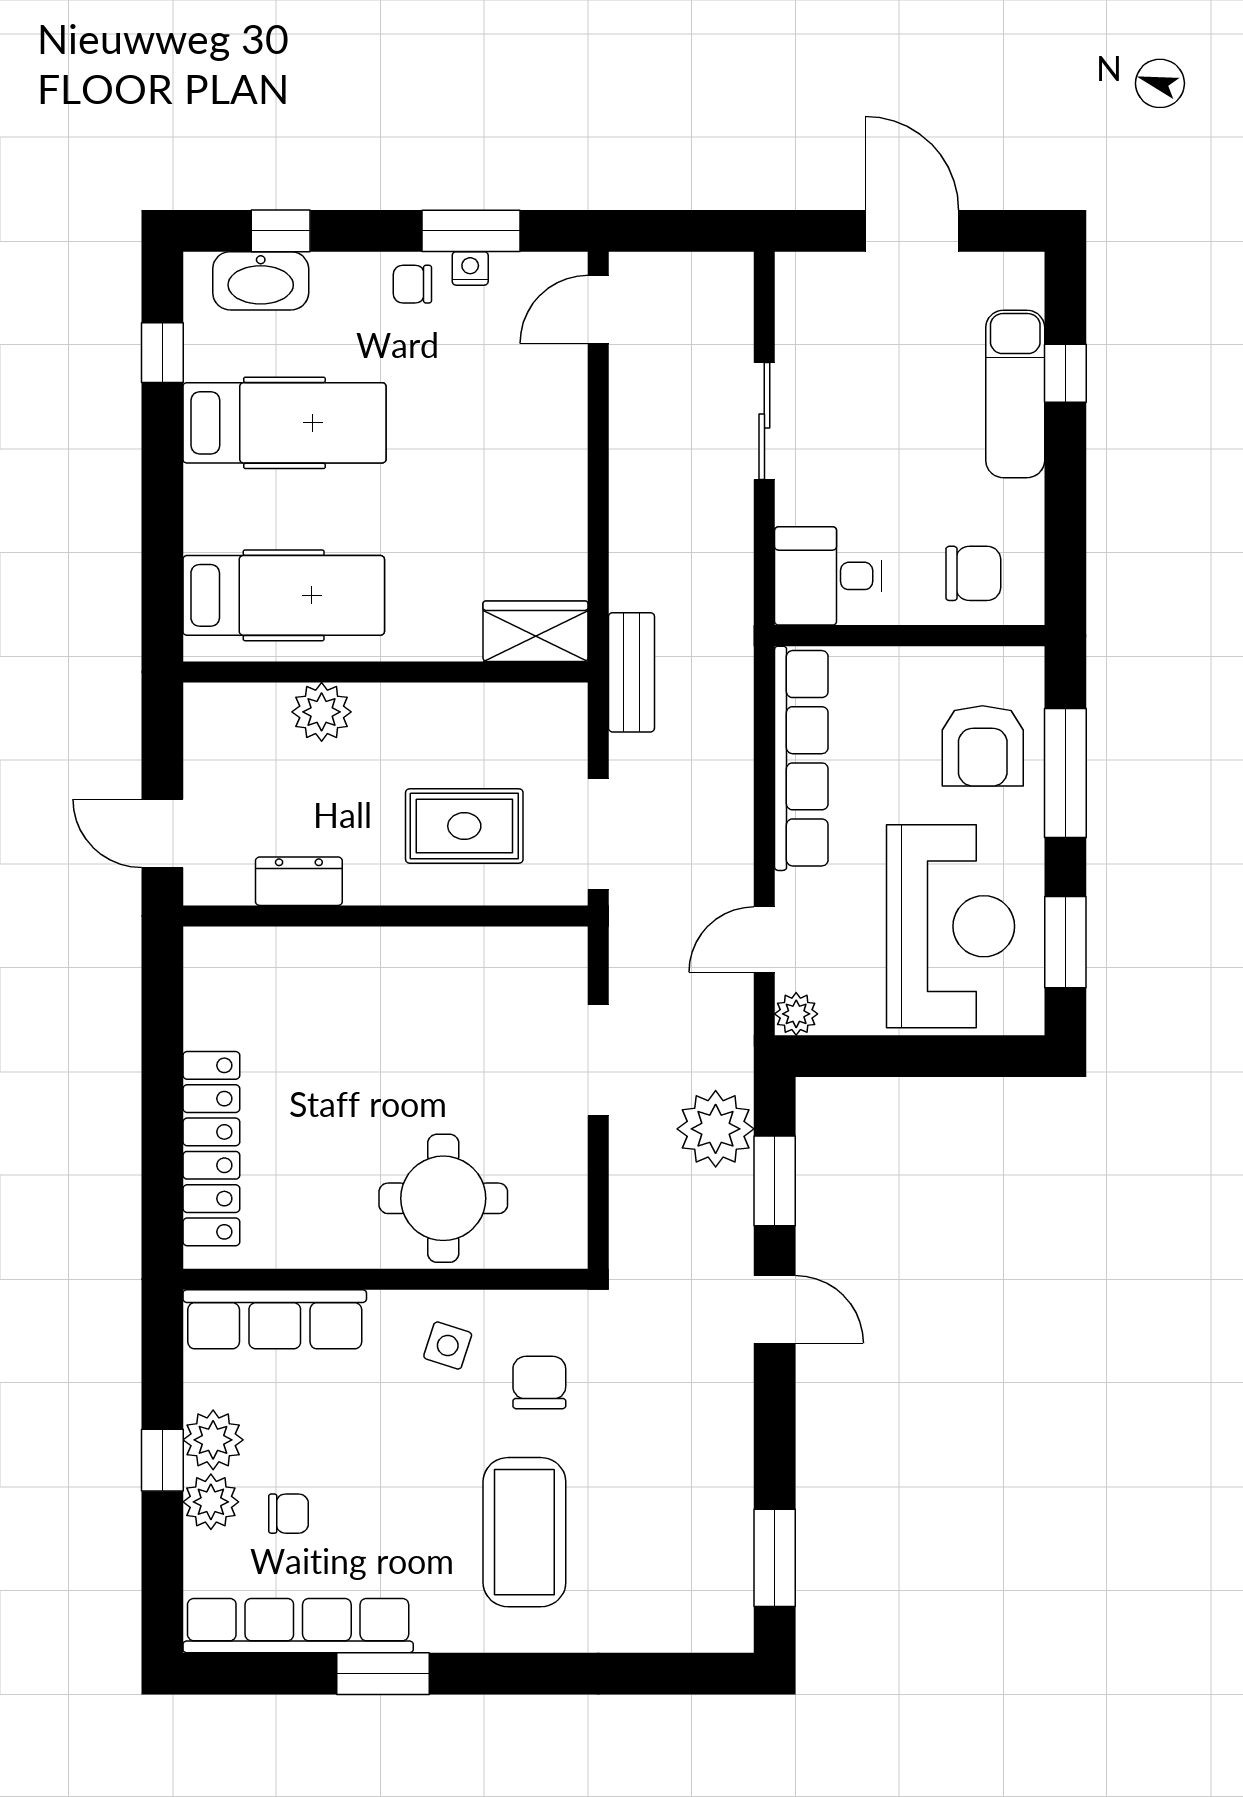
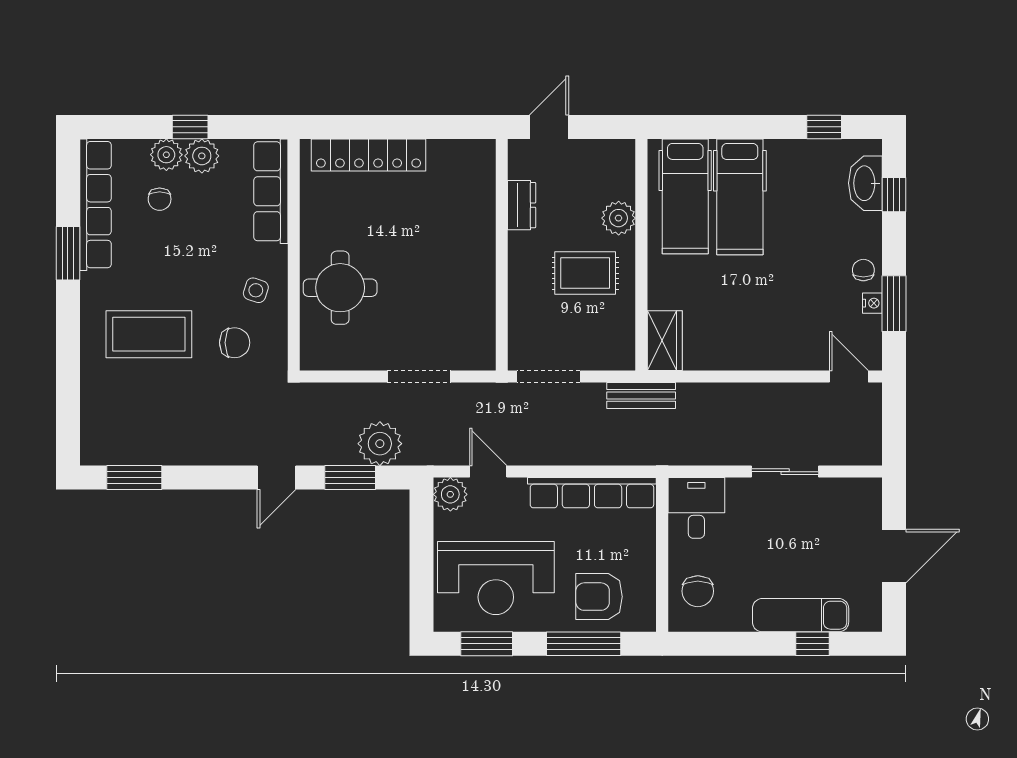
hospital bed: (284, 423) -> (740, 197), moved
rug: (464, 826) -> (585, 273), moved, turned 90
plant: (796, 1014) -> (450, 494), width x1.38, depth x1.38

